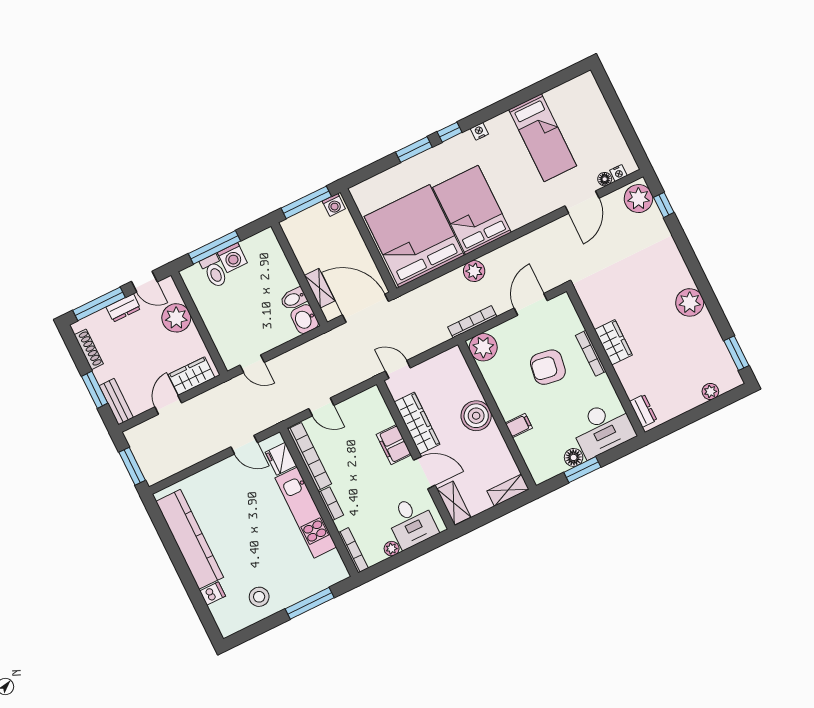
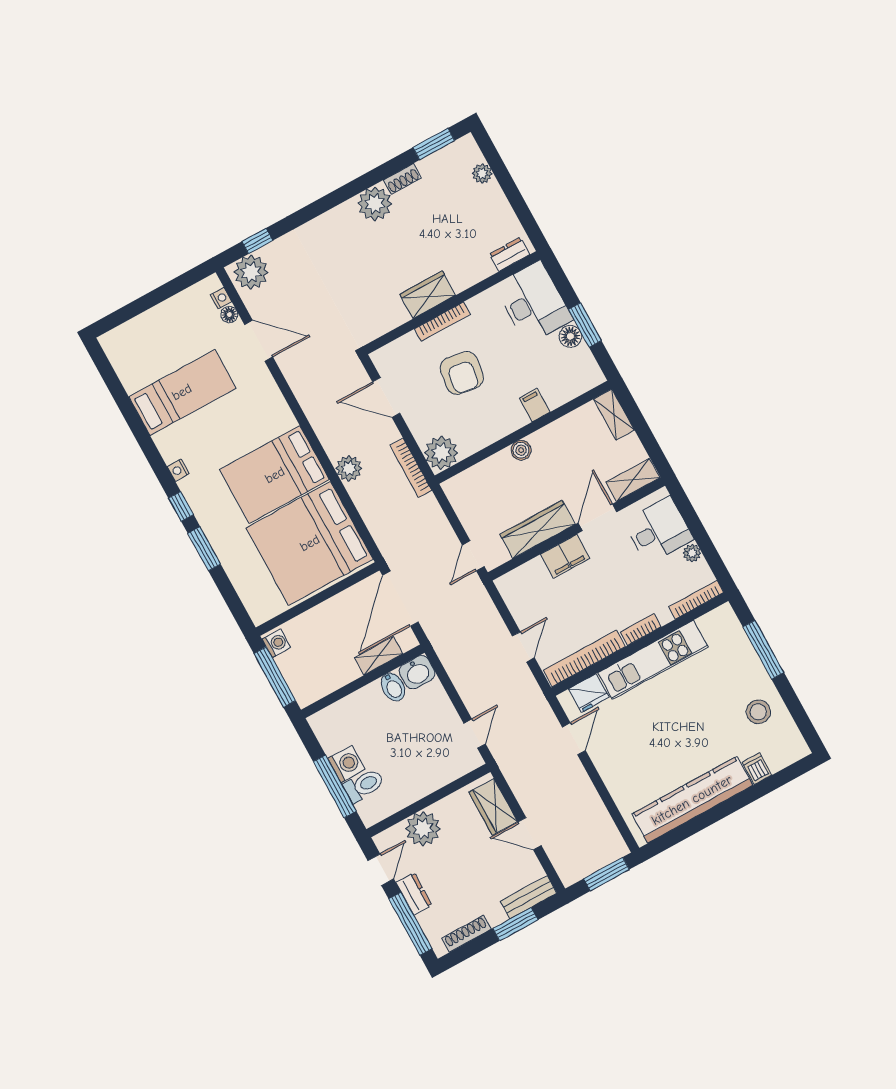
shoe rack: (709, 326) -> (402, 179), added
boiler: (476, 416) -> (521, 450), width x0.54, depth x0.54

